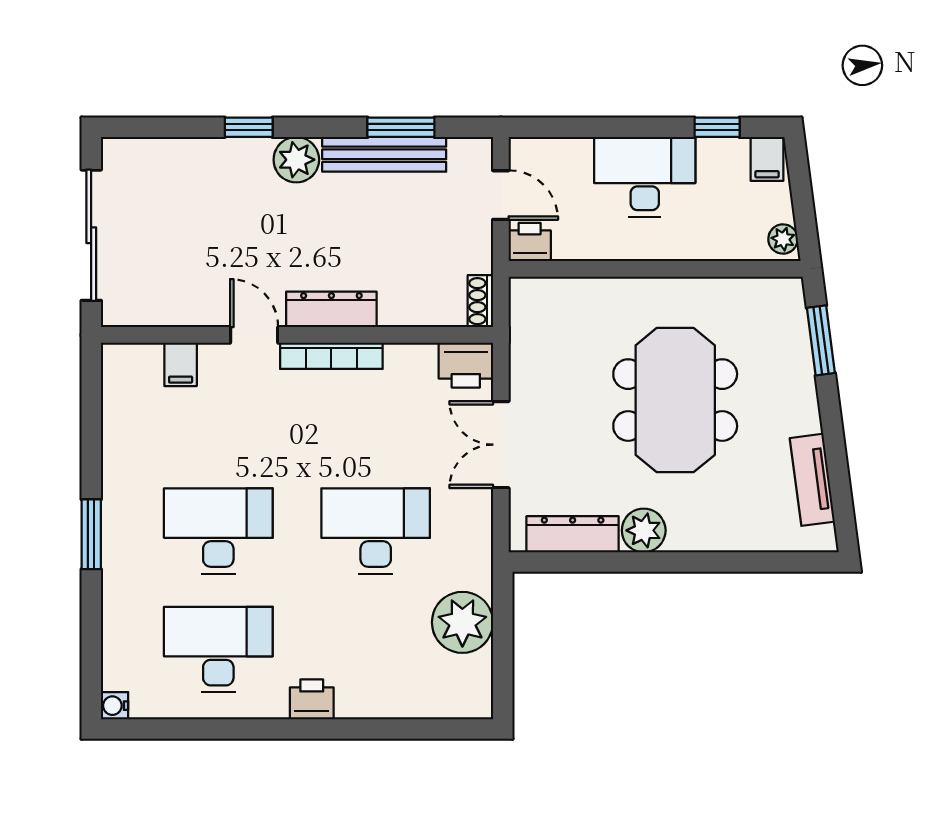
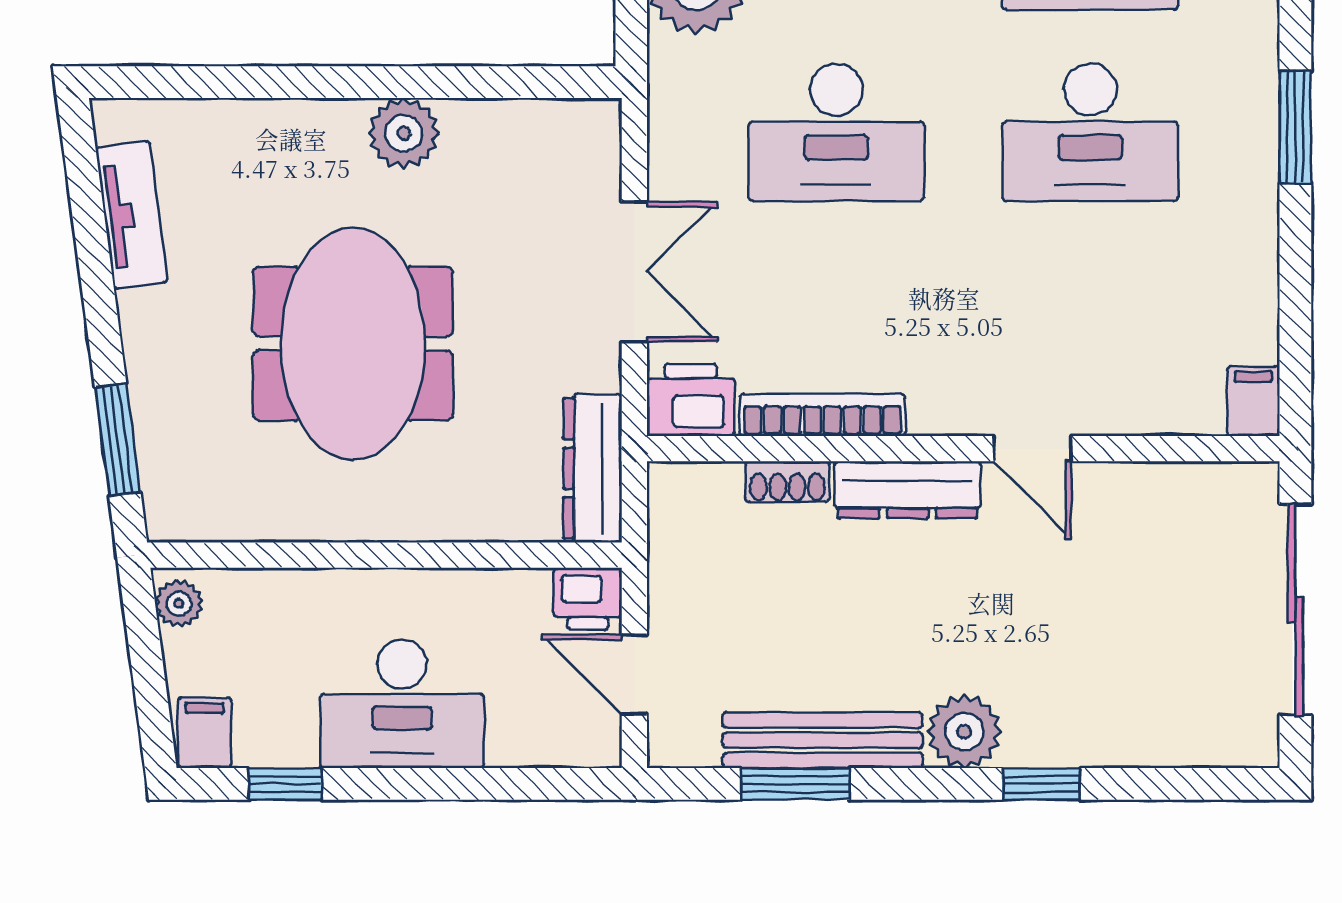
shoe rack: (480, 301) -> (787, 482), moved, turned 90
bookcase: (331, 356) -> (822, 415), moved
filing cabinet: (181, 364) -> (1253, 401), moved
dresser: (573, 534) -> (593, 468), moved, turned 90

